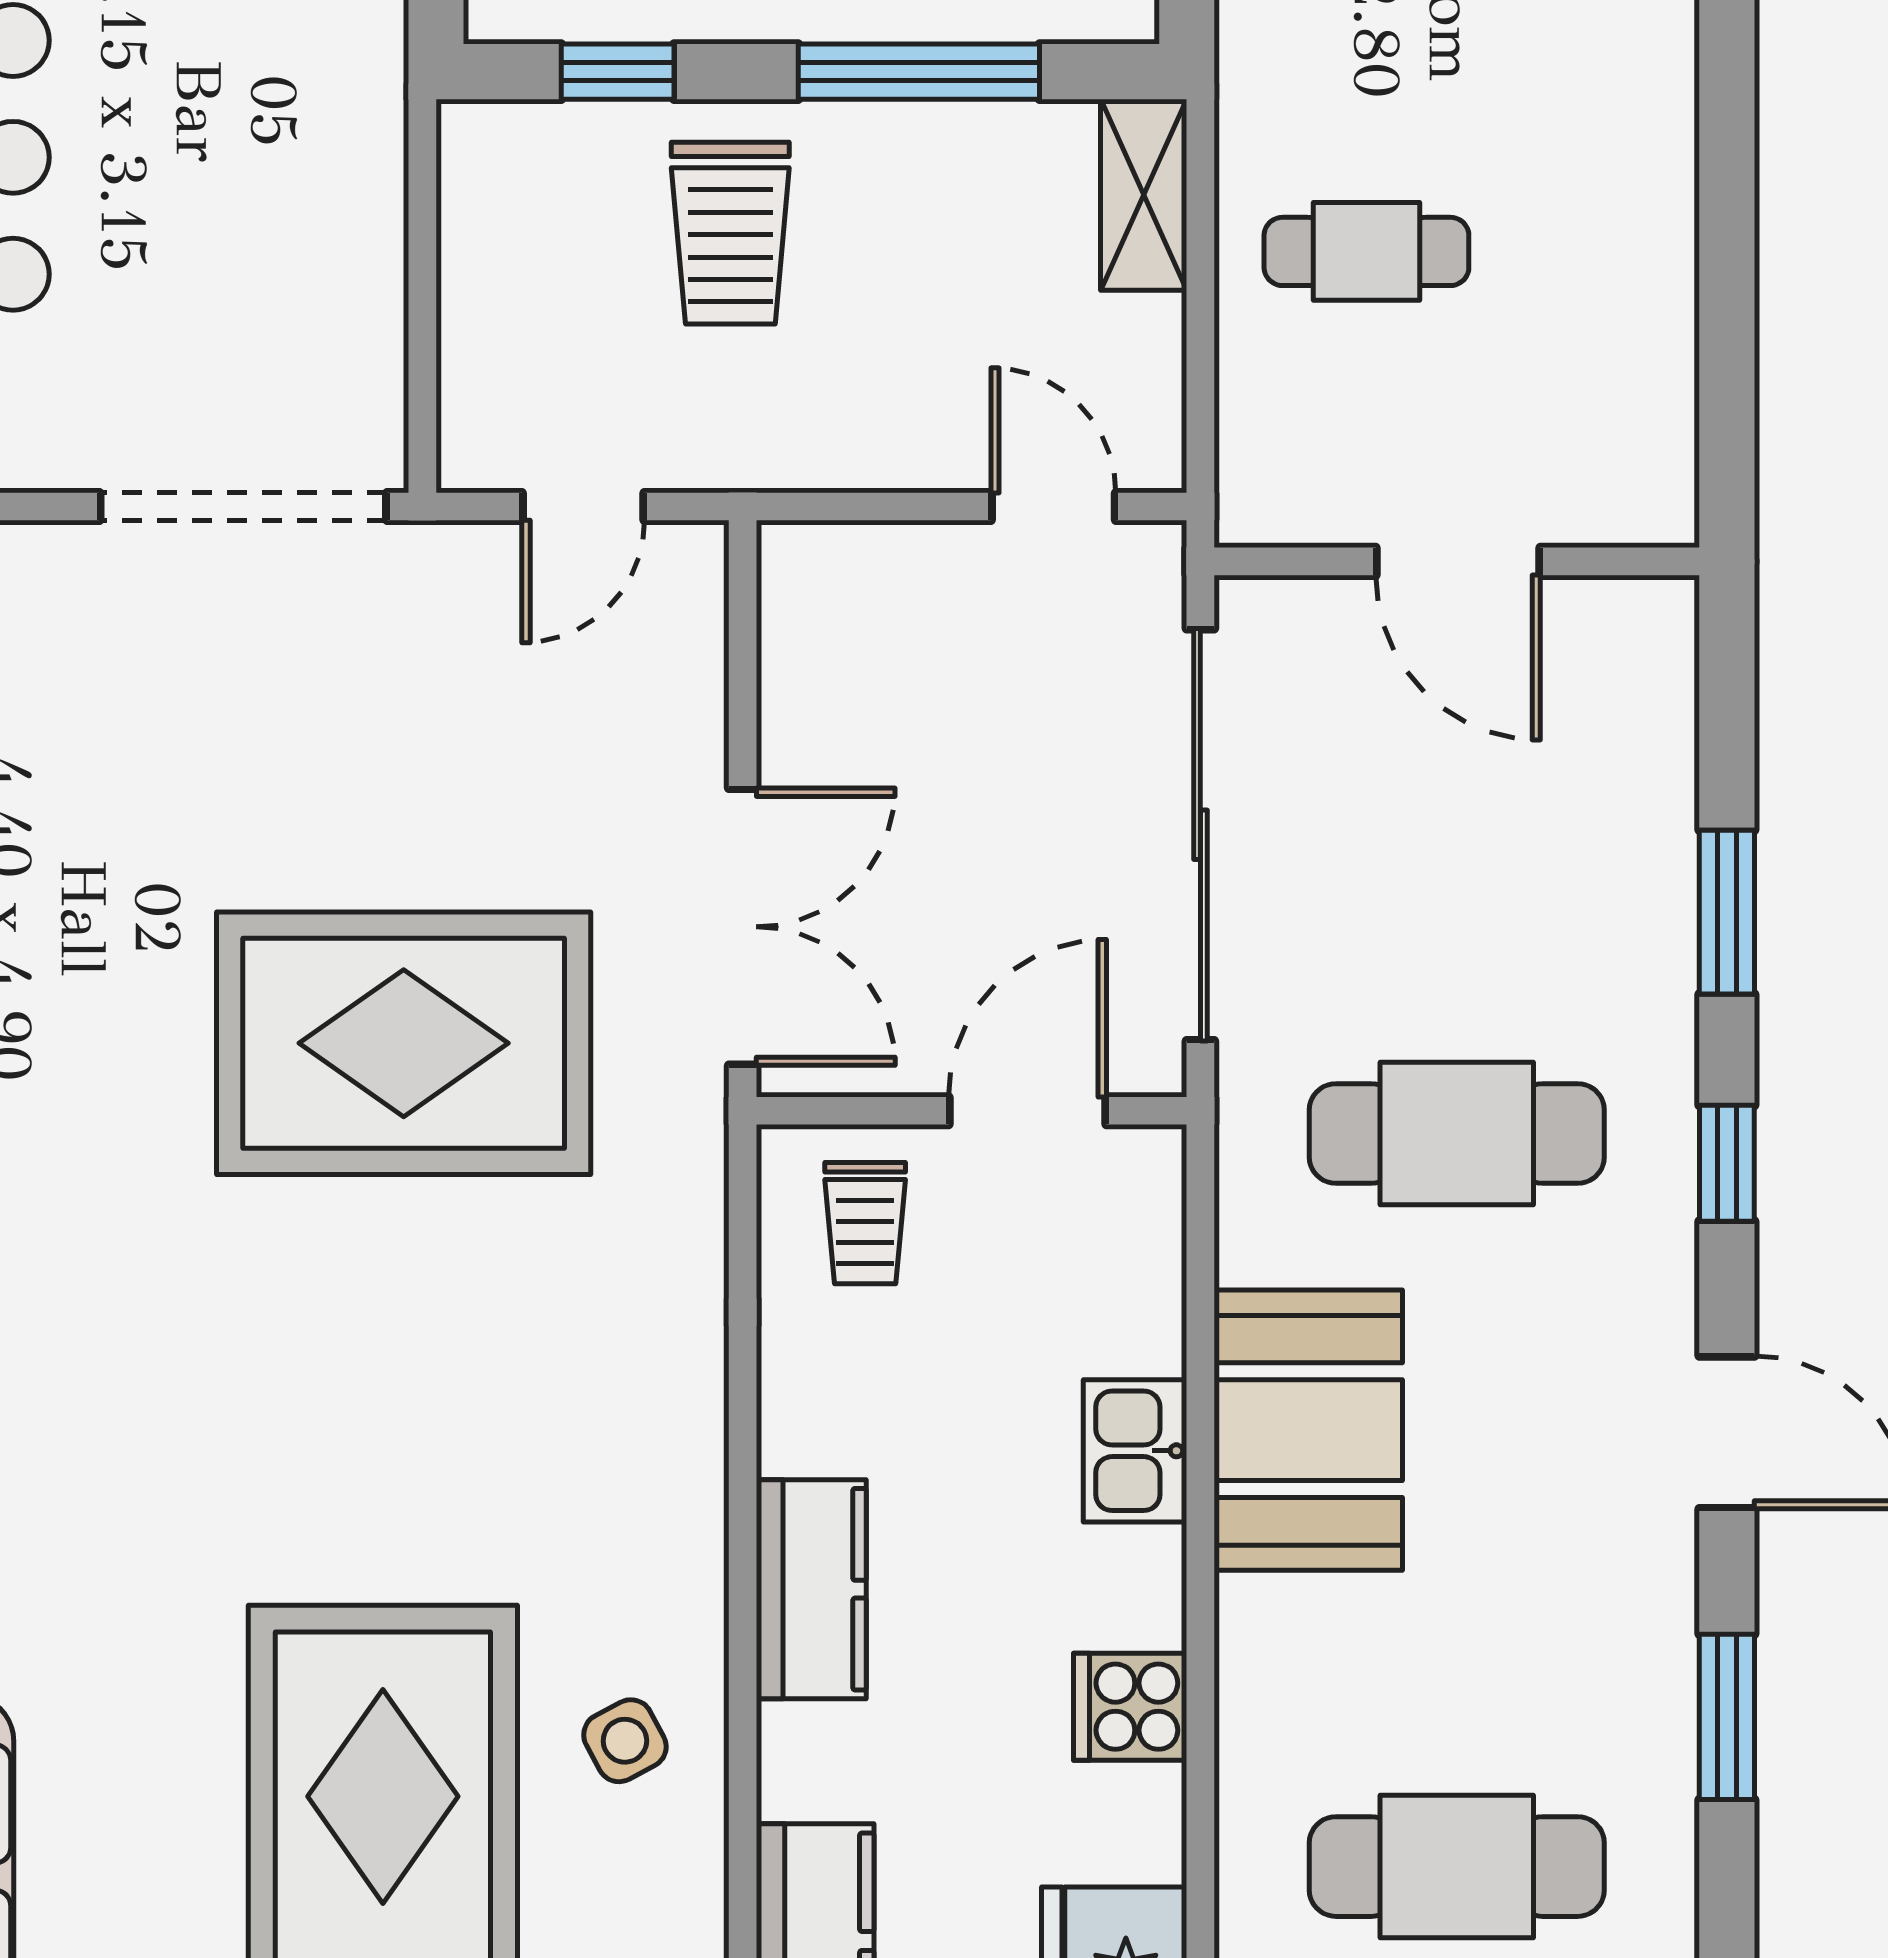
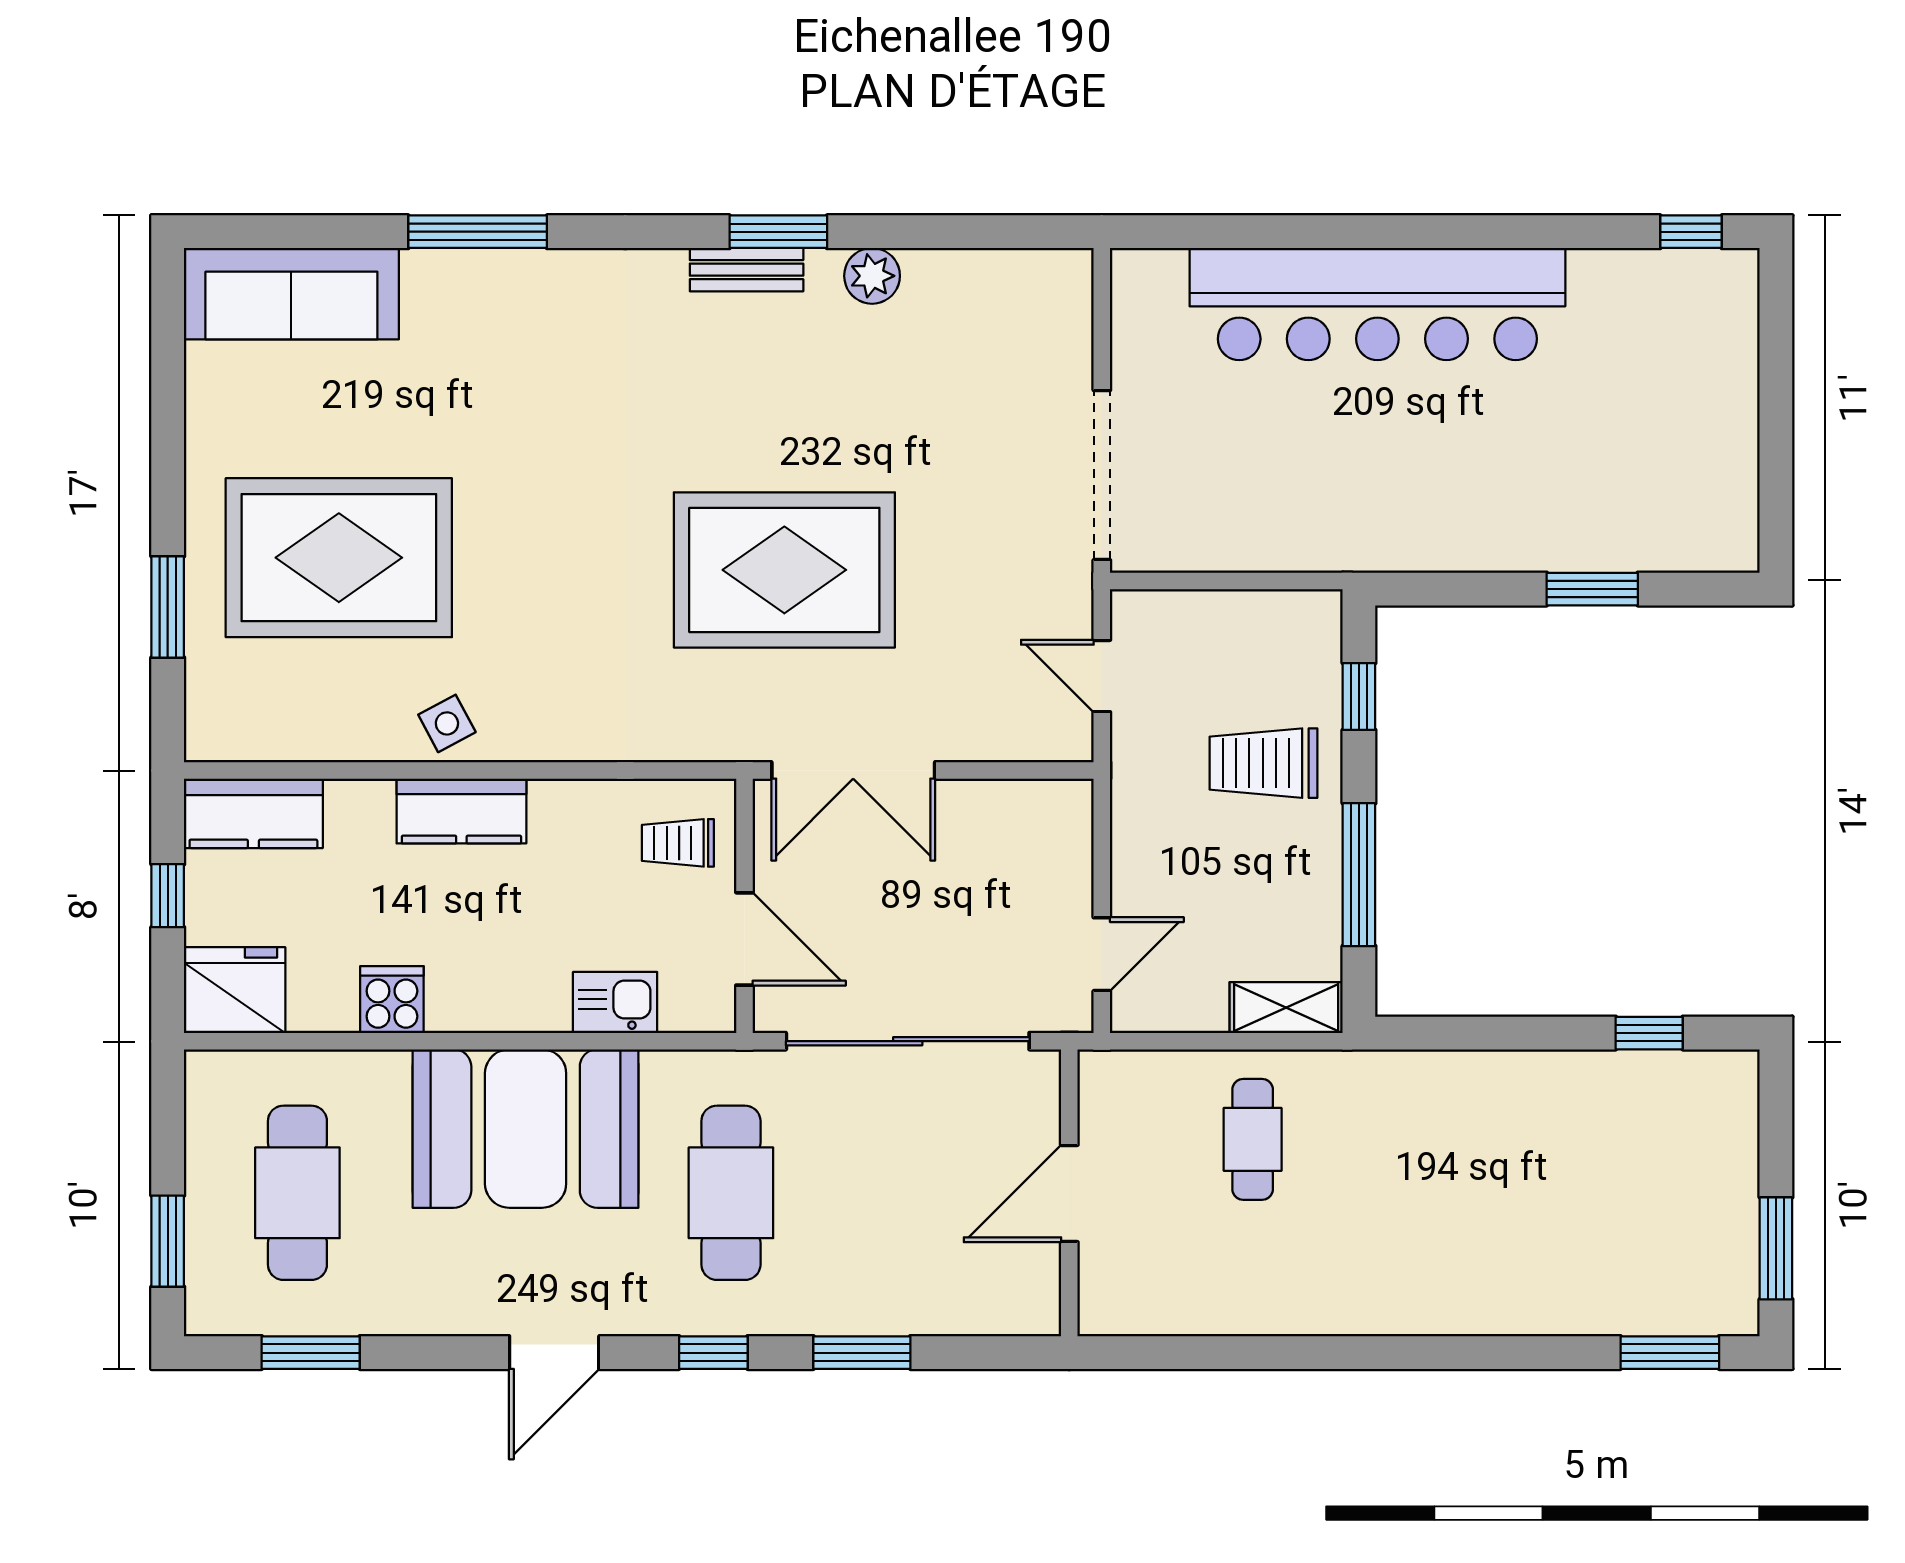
rug: (404, 1043) -> (784, 570), turned 90
booth: (1308, 1430) -> (526, 1129), width x1.36, depth x1.42
kitchen sink: (1135, 1451) -> (615, 1003), moved
window: (1727, 1717) -> (311, 1353), moved
side table: (625, 1741) -> (447, 723), moved

